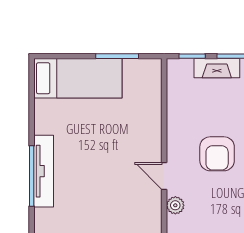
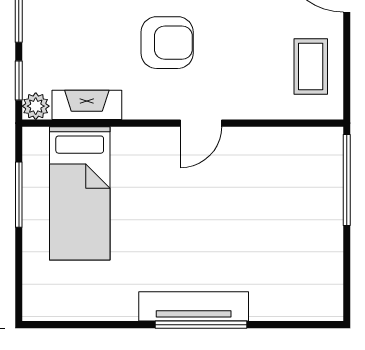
fireplace: (217, 68) -> (87, 105), moved, turned -90
bed: (78, 78) -> (80, 193), moved, turned 180
plant: (175, 205) -> (36, 106), moved

